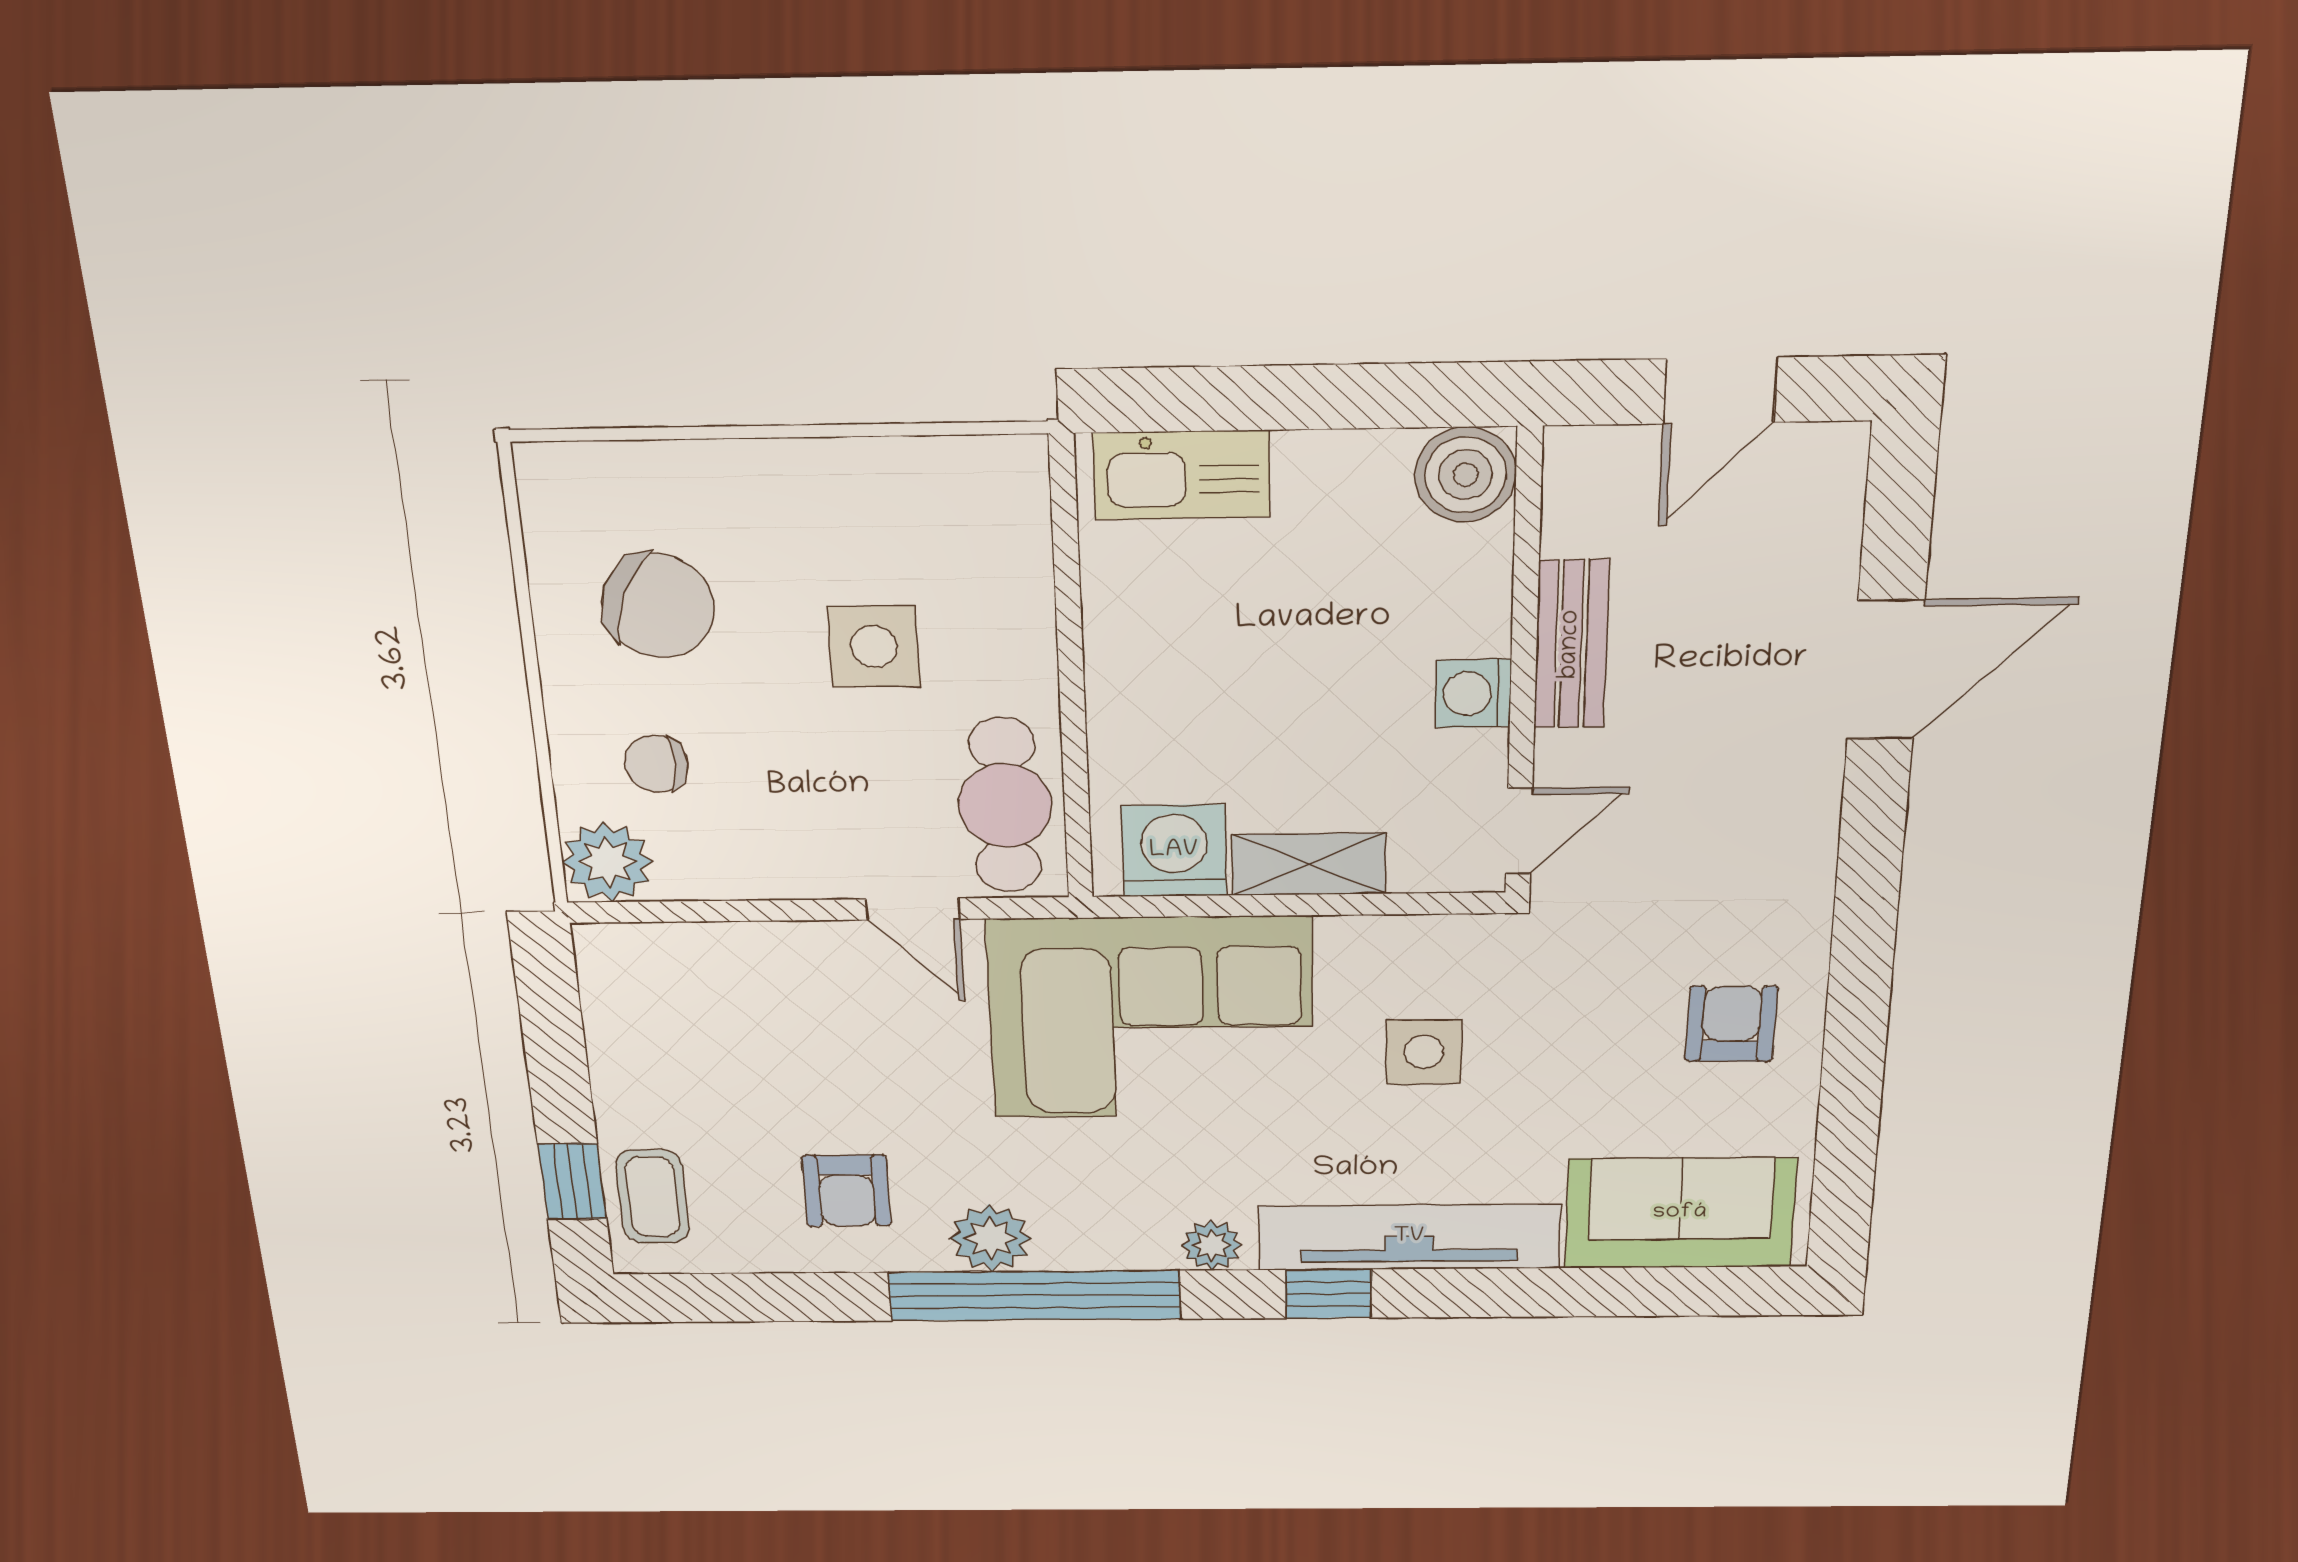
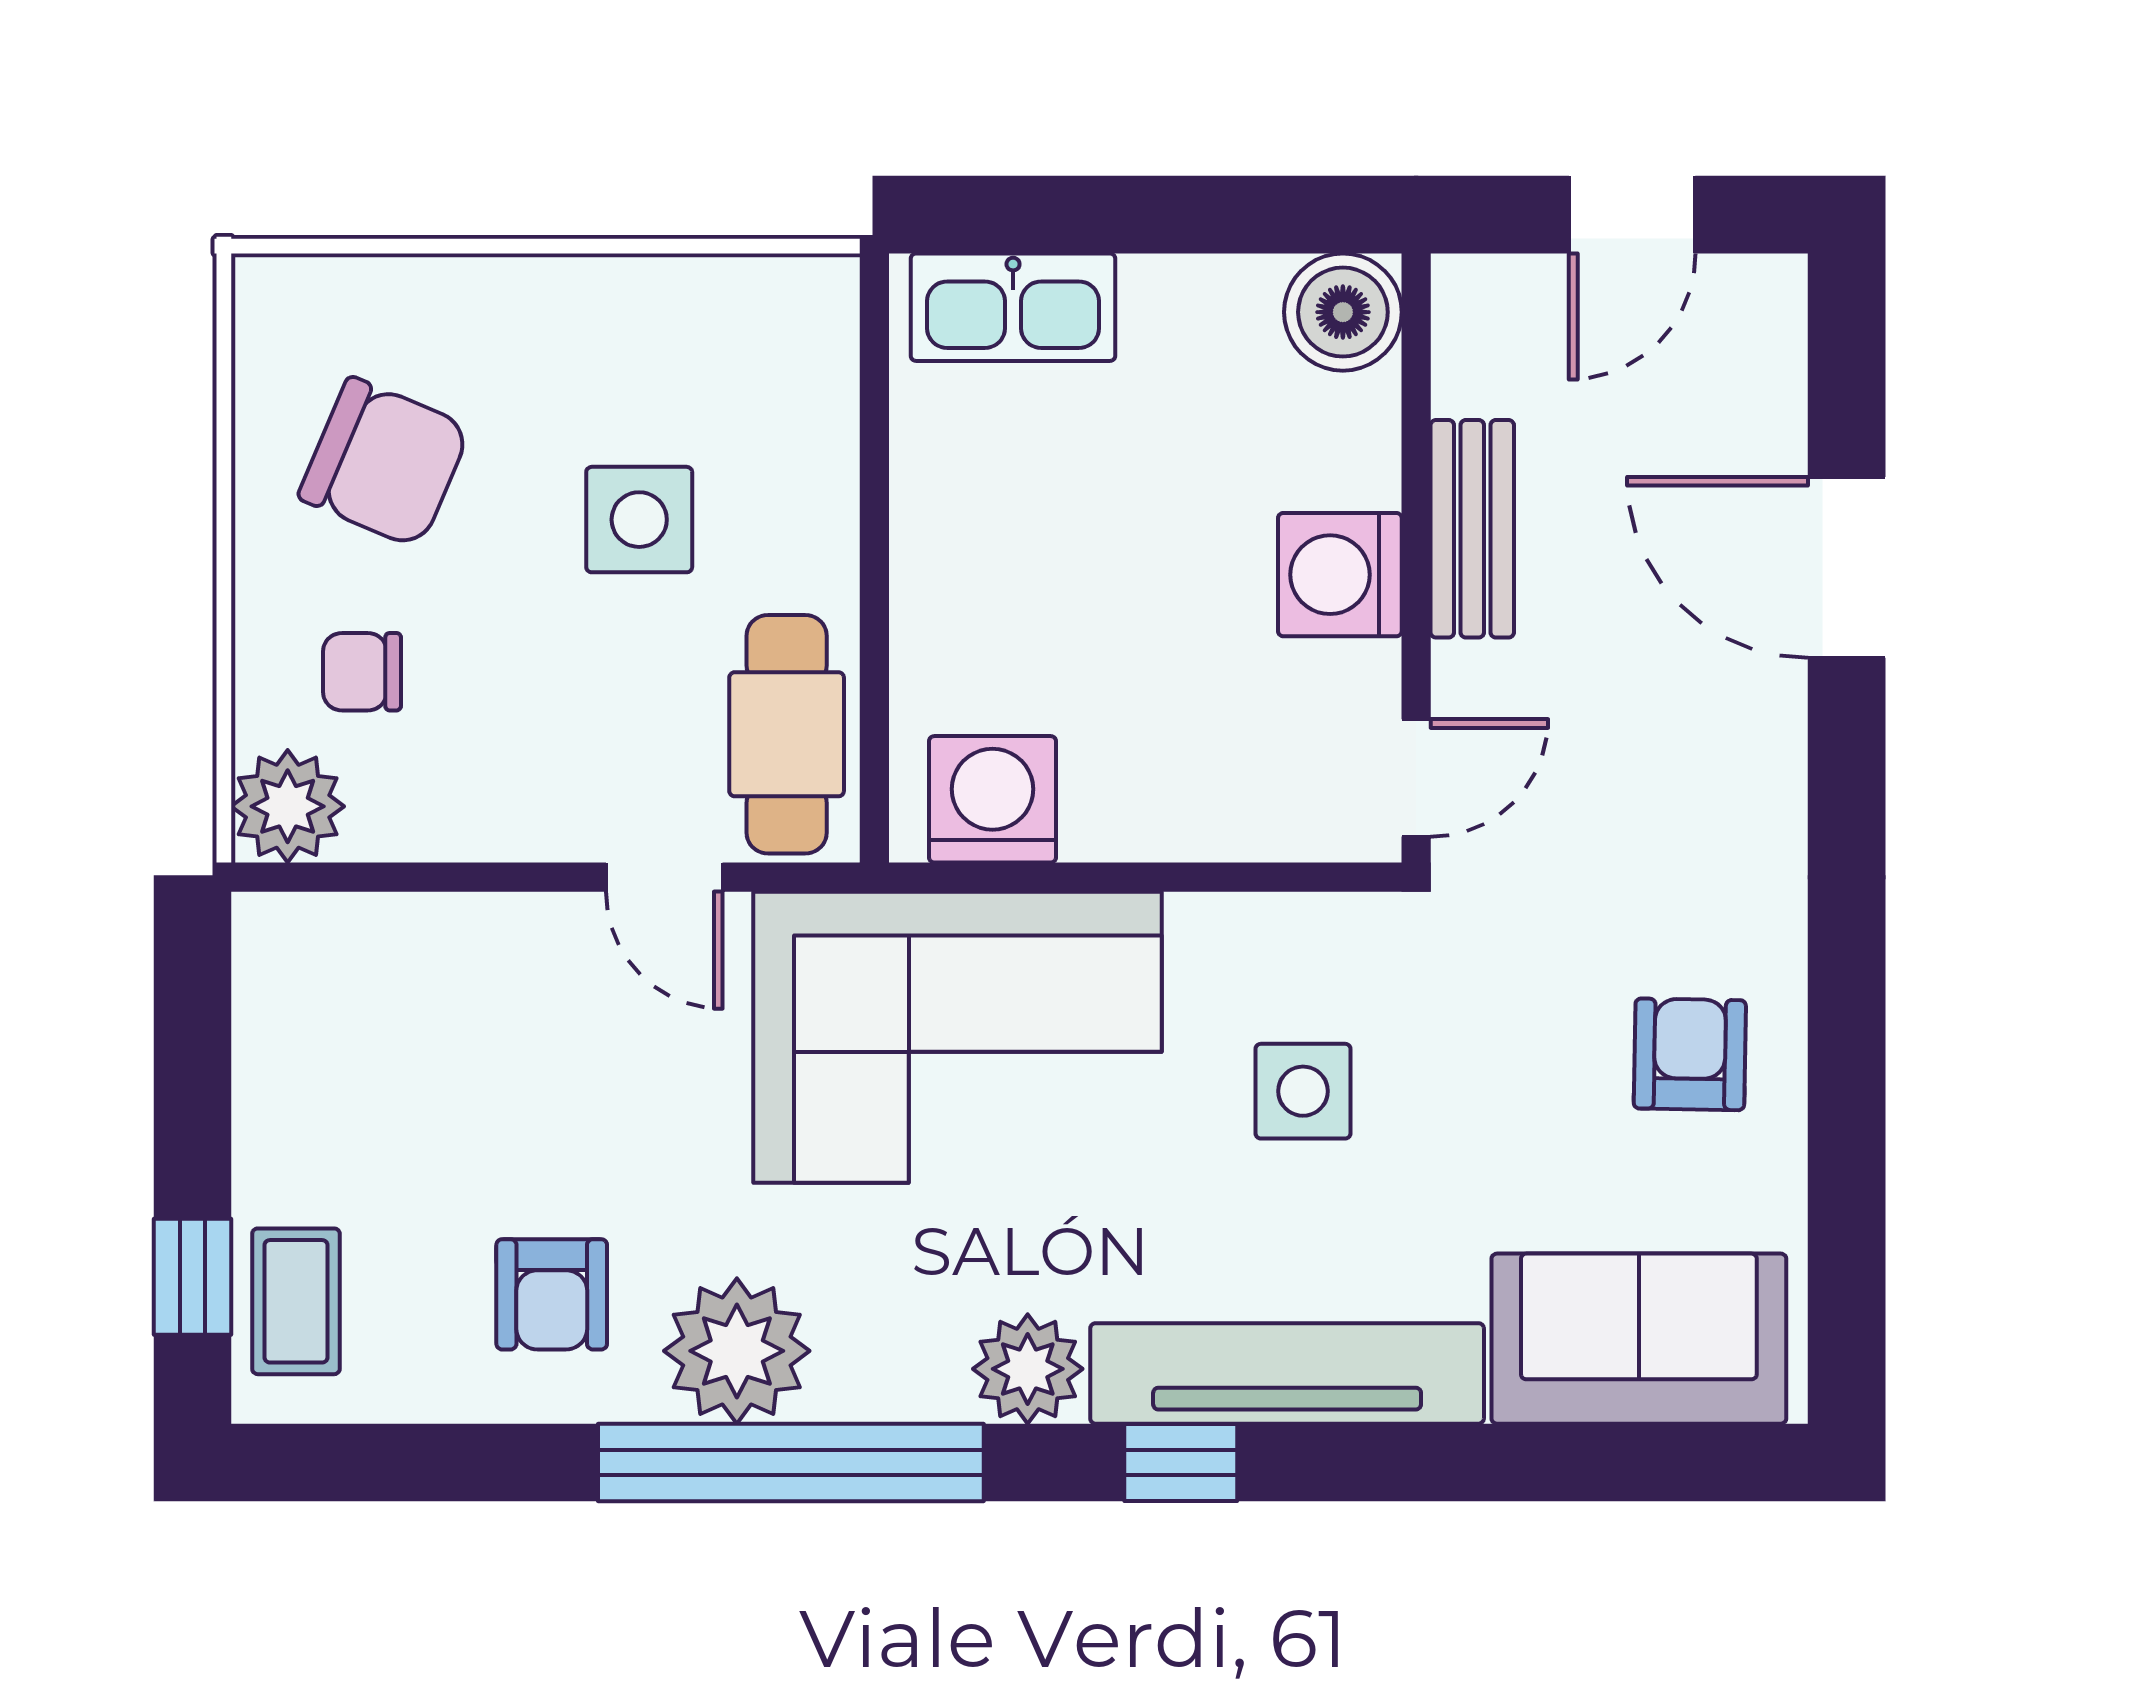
door: (1886, 670) -> (1847, 567), swing flipped
washing machine: (1473, 694) -> (1340, 575), width x1.38, depth x1.38
shelving: (1309, 864) -> (1158, 820), removed
plant: (991, 1238) -> (737, 1351), width x1.36, depth x1.36
plant: (1212, 1245) -> (1028, 1369), width x1.38, depth x1.38

